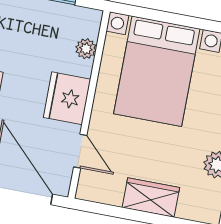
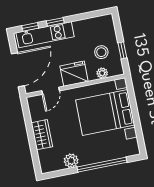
stool: (49, 35) -> (101, 52), added

